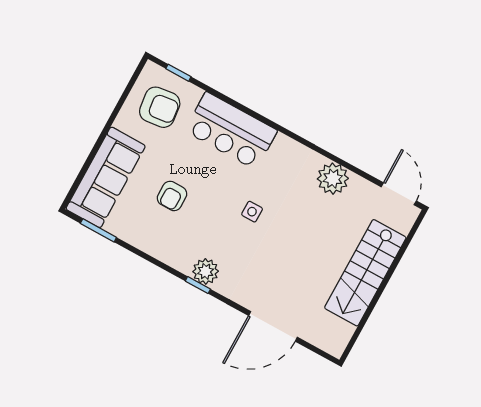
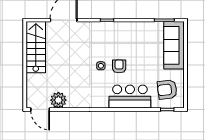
plant: (333, 179) -> (58, 100), moved
armchair: (172, 196) -> (119, 66), moved
plant: (206, 271) -> (107, 28), removed
stairs: (365, 273) -> (36, 47), moved

